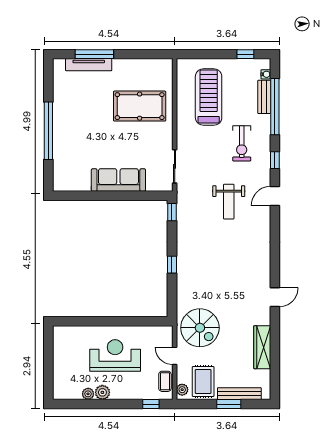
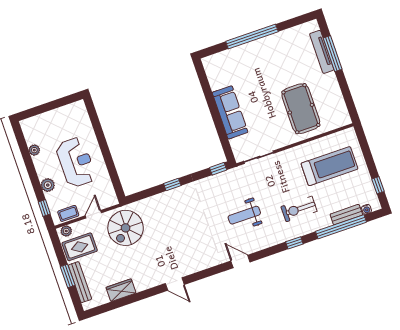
door: (275, 196) -> (240, 261), moved
wardrobe: (262, 347) -> (121, 290), width x0.67
plant: (102, 392) -> (48, 185), moved

